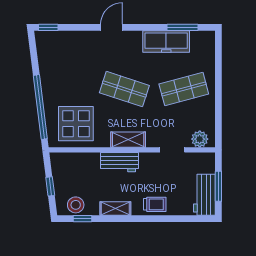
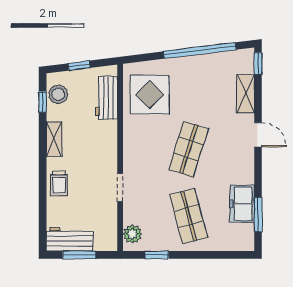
freezer: (166, 42) -> (242, 204), width x0.71
window: (40, 107) -> (200, 51), moved
window: (218, 117) -> (157, 255), added
shelving: (128, 140) -> (246, 94), moved
doorway: (172, 150) -> (120, 187), moved
workbench: (119, 162) -> (106, 98), moved

